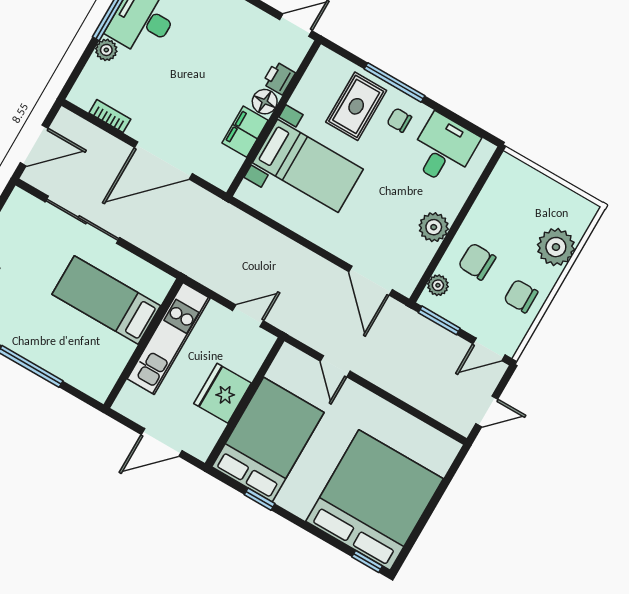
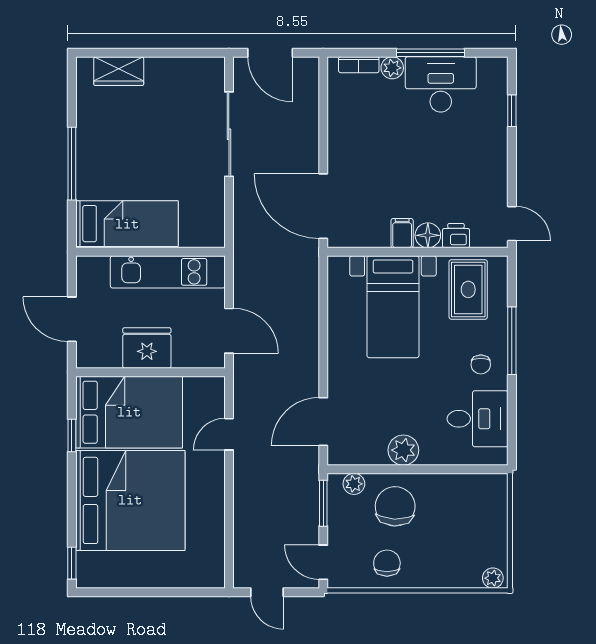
rug: (356, 106) -> (468, 289), moved, turned 90
bookcase: (110, 116) -> (359, 65), moved, turned 90
chair: (399, 120) -> (481, 364), turned 180
filing cabinet: (245, 132) -> (402, 233), width x0.50
door: (163, 161) -> (323, 206), moved
plant: (556, 247) -> (493, 578), moved, width x0.53, depth x0.53
chair: (477, 262) -> (395, 506), width x1.37, depth x1.37
bed: (106, 300) -> (127, 224), moved, turned 90
door: (248, 316) -> (229, 331), width x1.38
bed: (375, 500) -> (130, 500), moved

